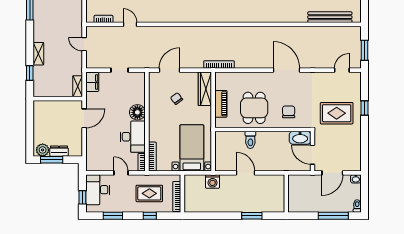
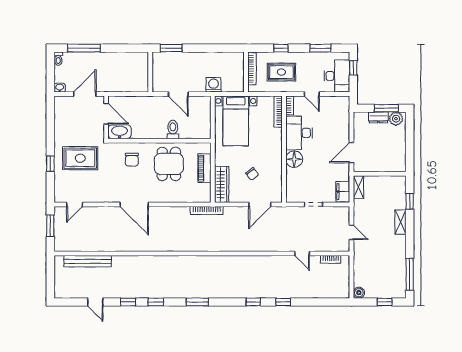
wall: (286, 193) -> (150, 72), moved

